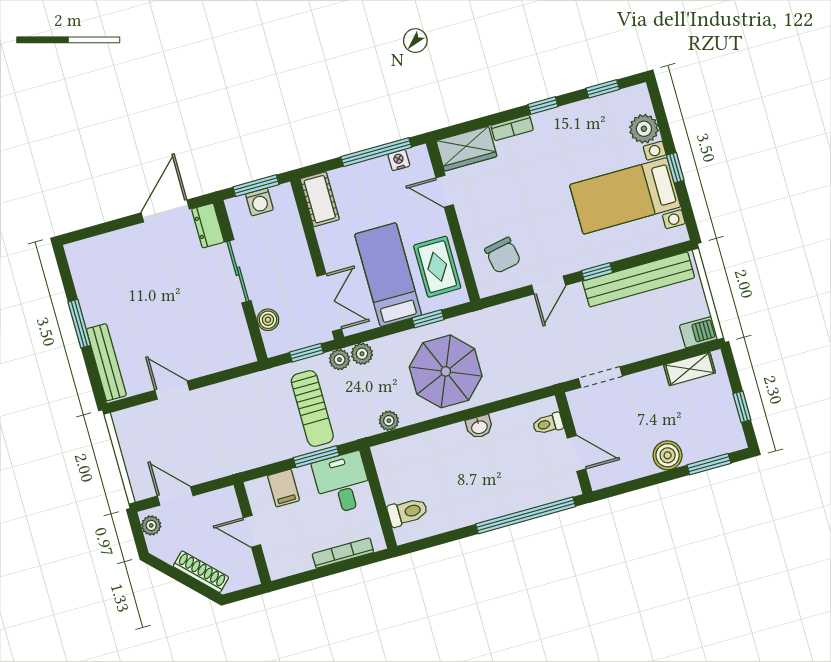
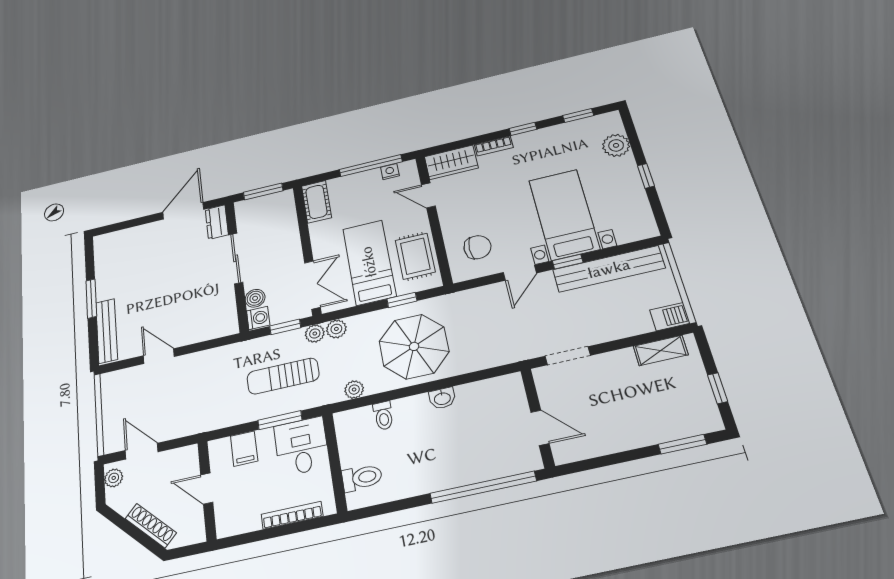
bed with nightstands: (625, 196) -> (564, 214), moved, turned 90
washing machine: (259, 202) -> (258, 318), moved, turned -90
chair: (503, 255) -> (477, 247), turned -79
sun lounger: (312, 409) -> (283, 376), turned 90
toilet: (548, 424) -> (383, 416), moved, turned -90
boiler: (668, 455) -> (637, 433), removed

